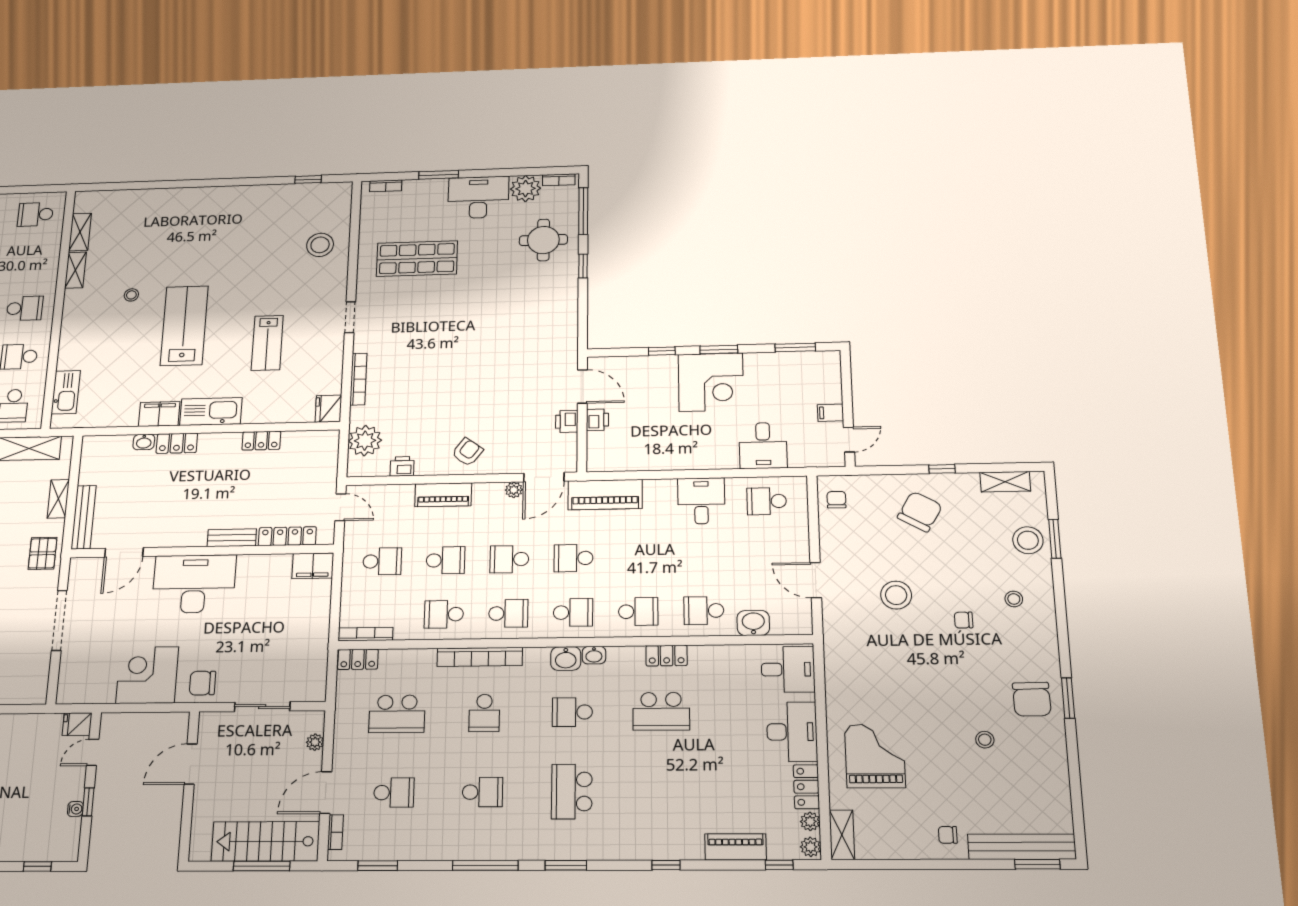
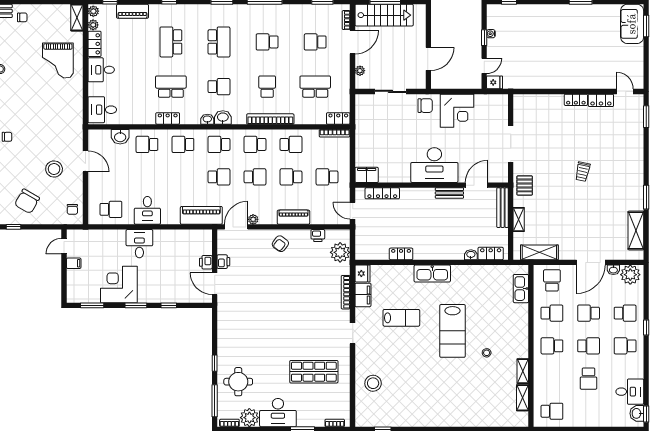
lab bench: (267, 343) -> (401, 318), turned 90
corner desk: (711, 382) -> (119, 284), moved
filing cabinet: (159, 414) -> (363, 295), moved, turned -90
locker: (177, 443) -> (491, 253), moved
desk: (763, 446) -> (139, 244), moved
bench: (232, 538) -> (449, 193), moved
stool: (896, 595) -> (54, 169), moved
school desk: (704, 611) -> (147, 144), turned 180
desk: (792, 732) -> (101, 70), width x0.73
school desk: (662, 791) -> (171, 42), added

